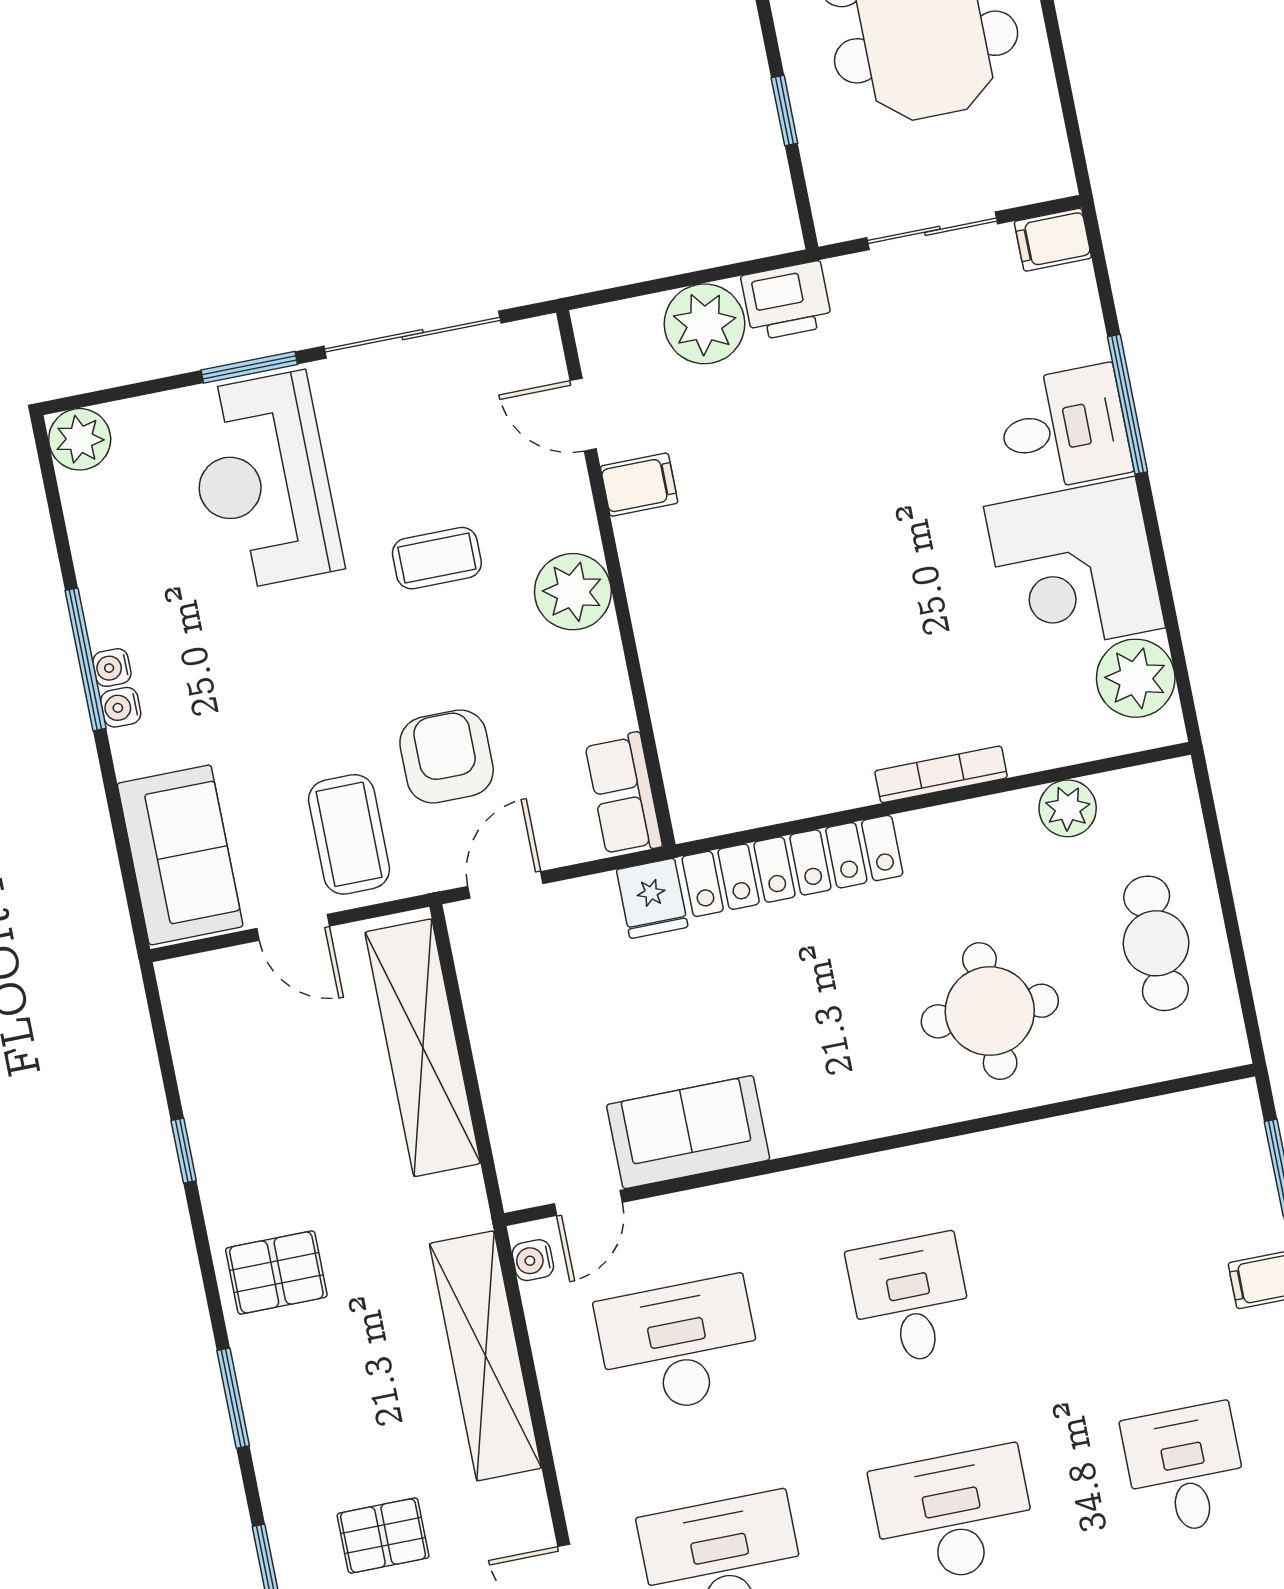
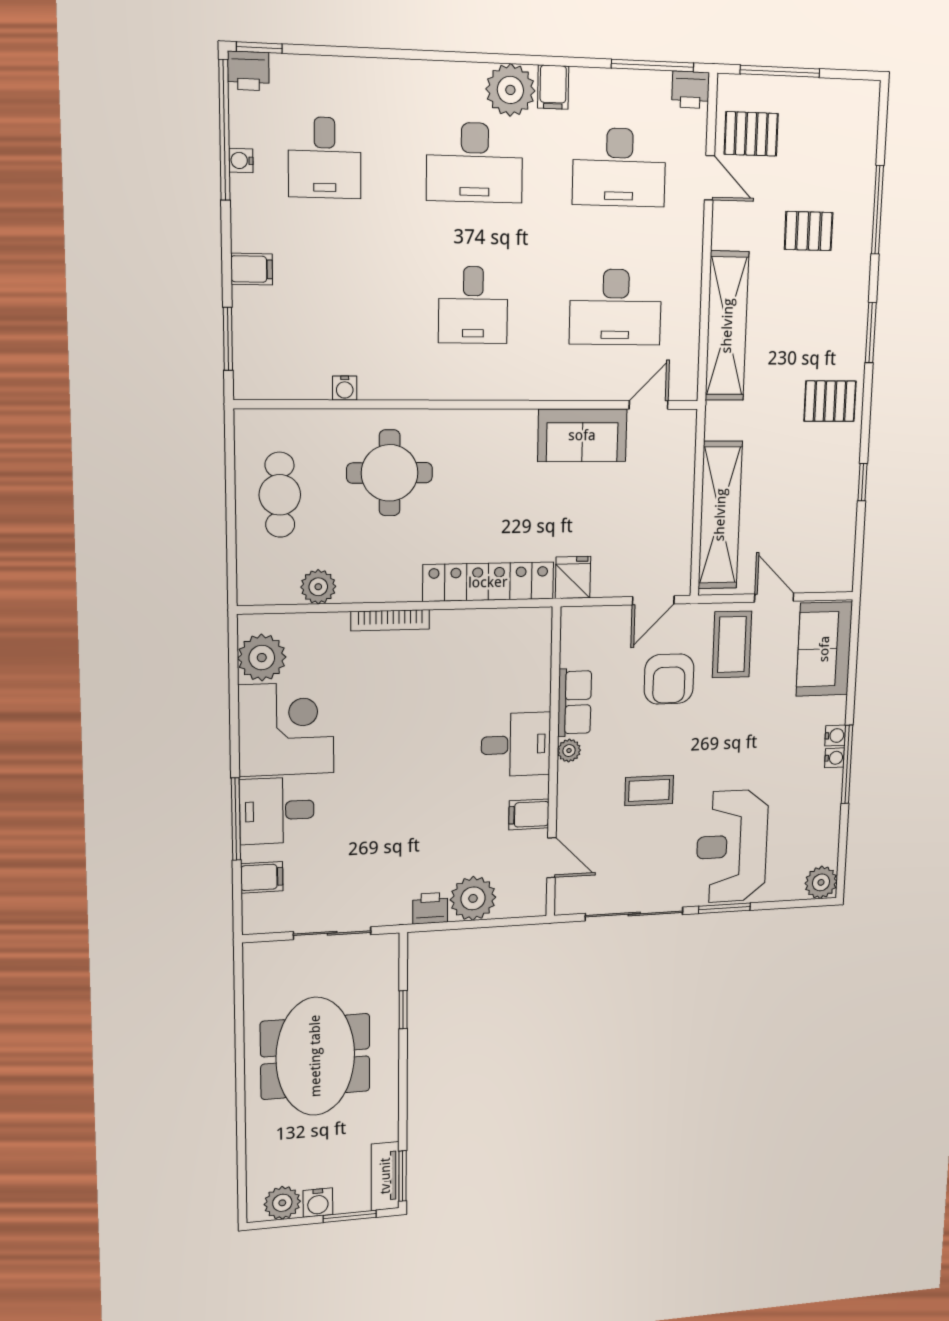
filing cabinet: (1053, 240) -> (262, 877), moved
printer: (787, 301) -> (430, 908), width x0.73, depth x0.81
reception desk: (263, 481) -> (732, 846), turned 180
plant: (573, 592) -> (569, 751), width x0.53, depth x0.53
desk: (688, 602) -> (516, 744), added
row of seats: (624, 794) -> (575, 702), moved
water cooler: (533, 1260) -> (345, 388), moved, turned 90

